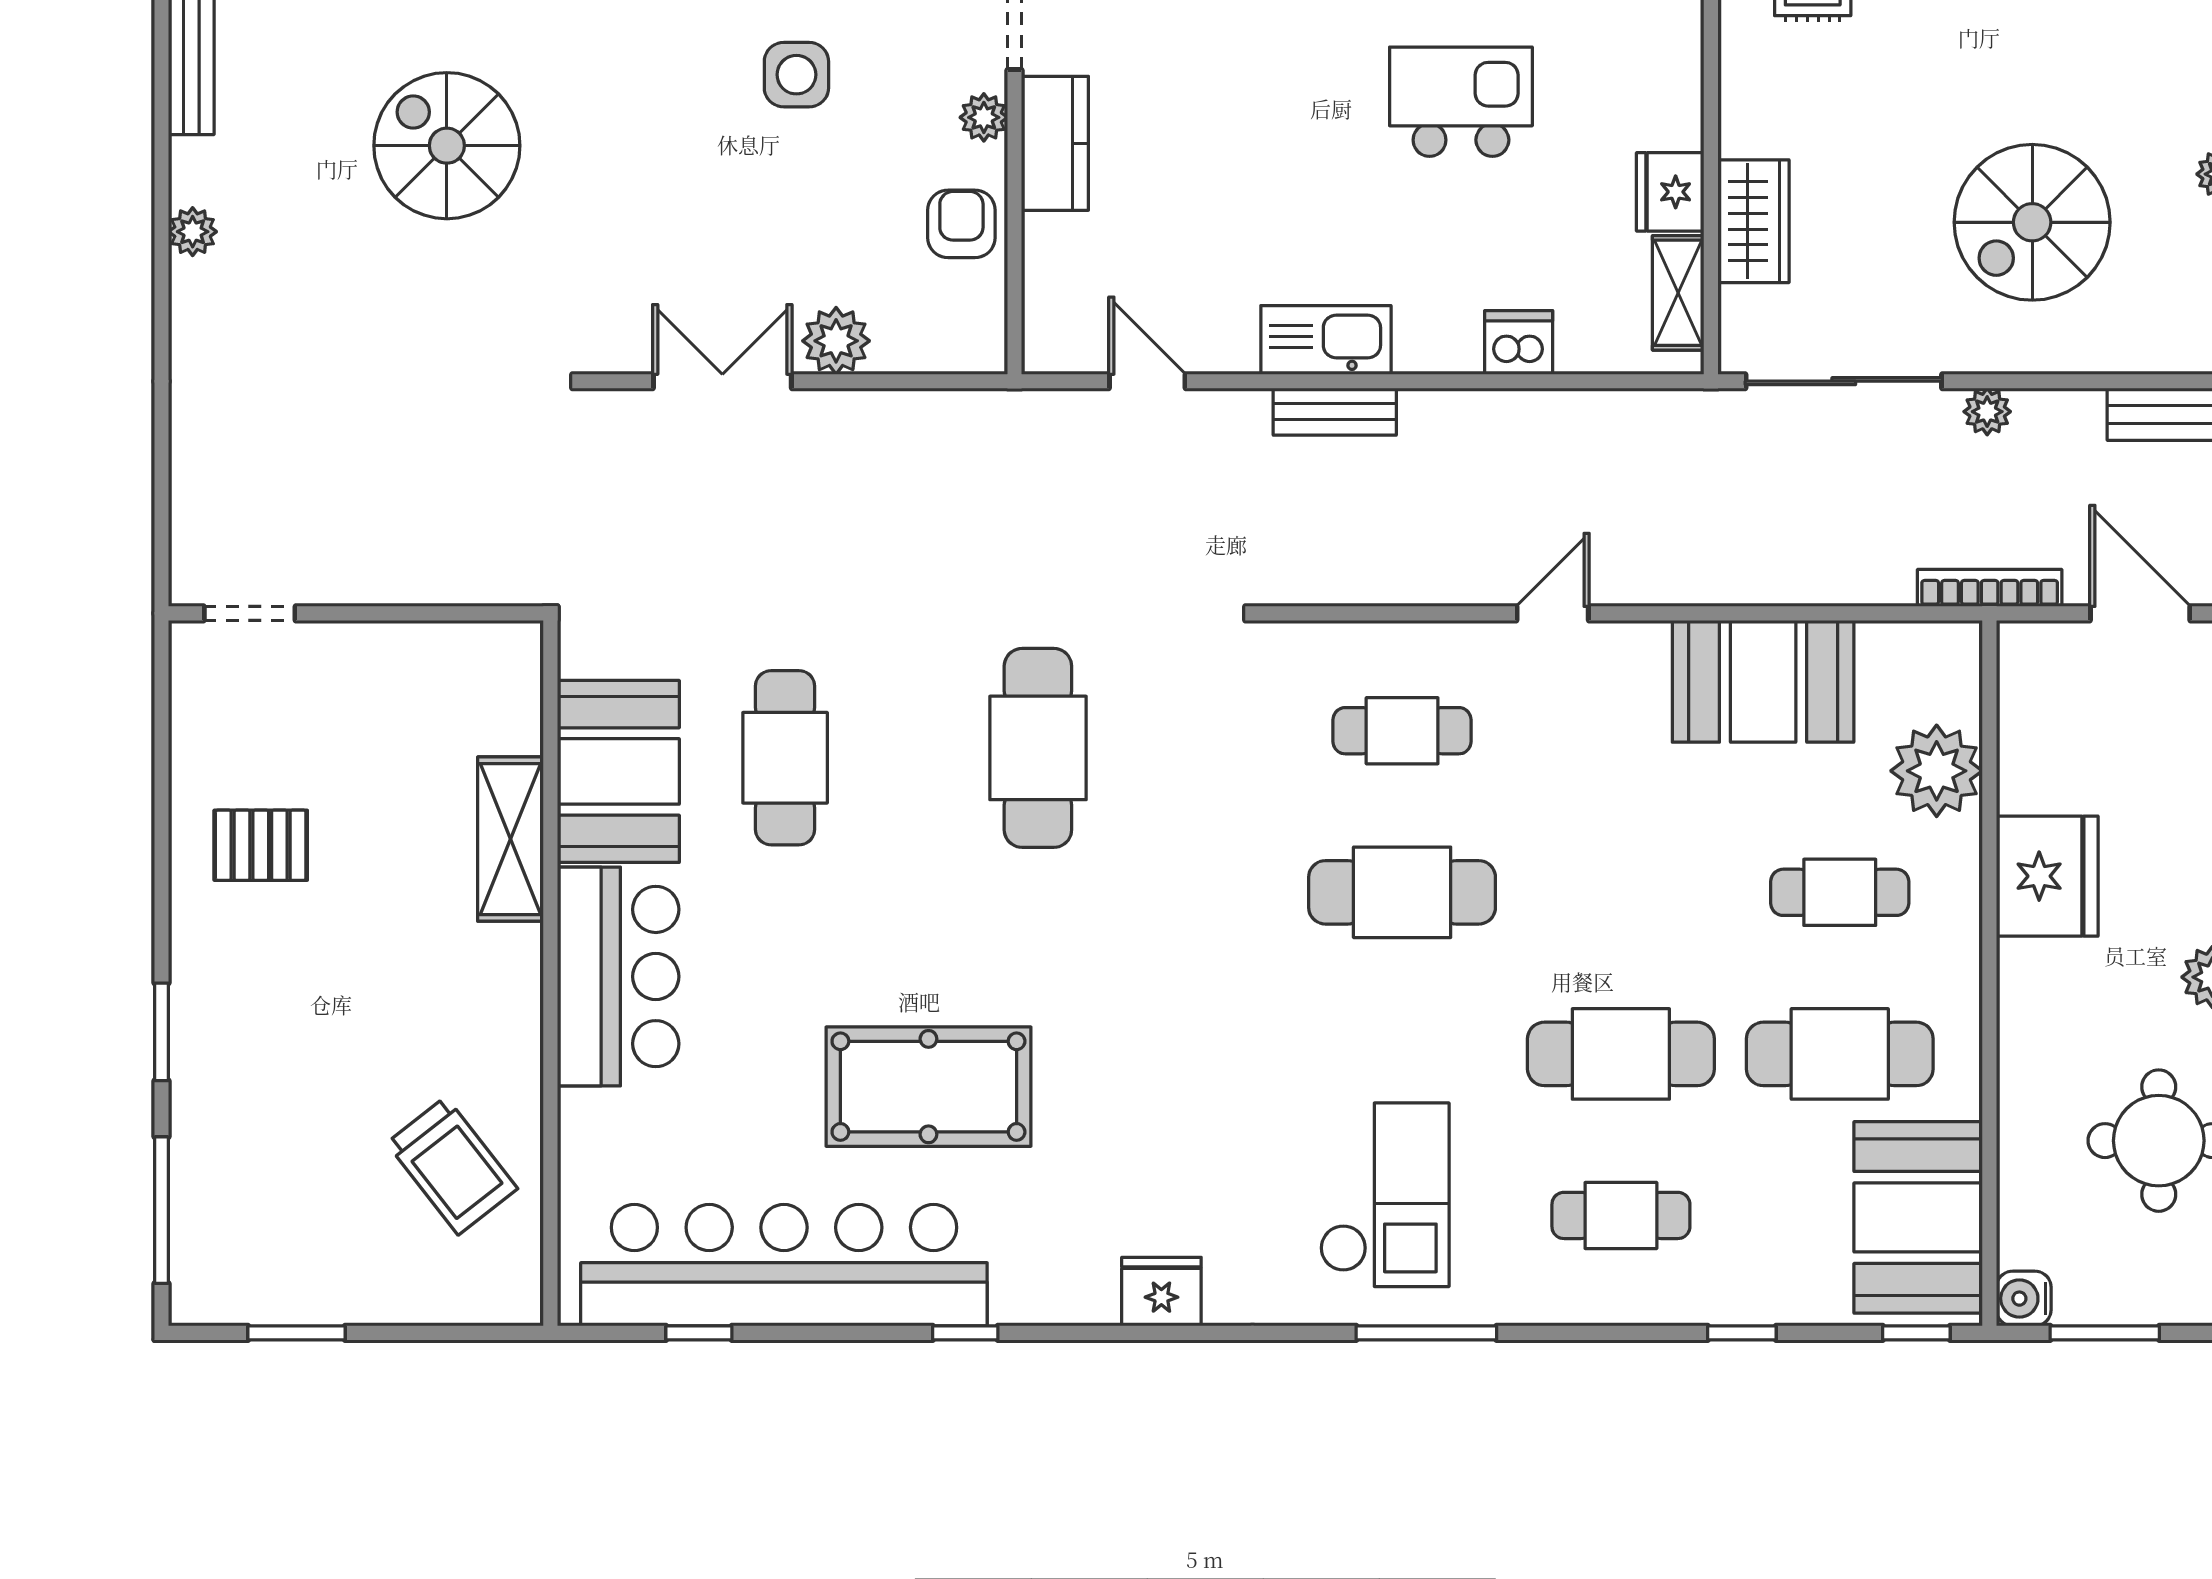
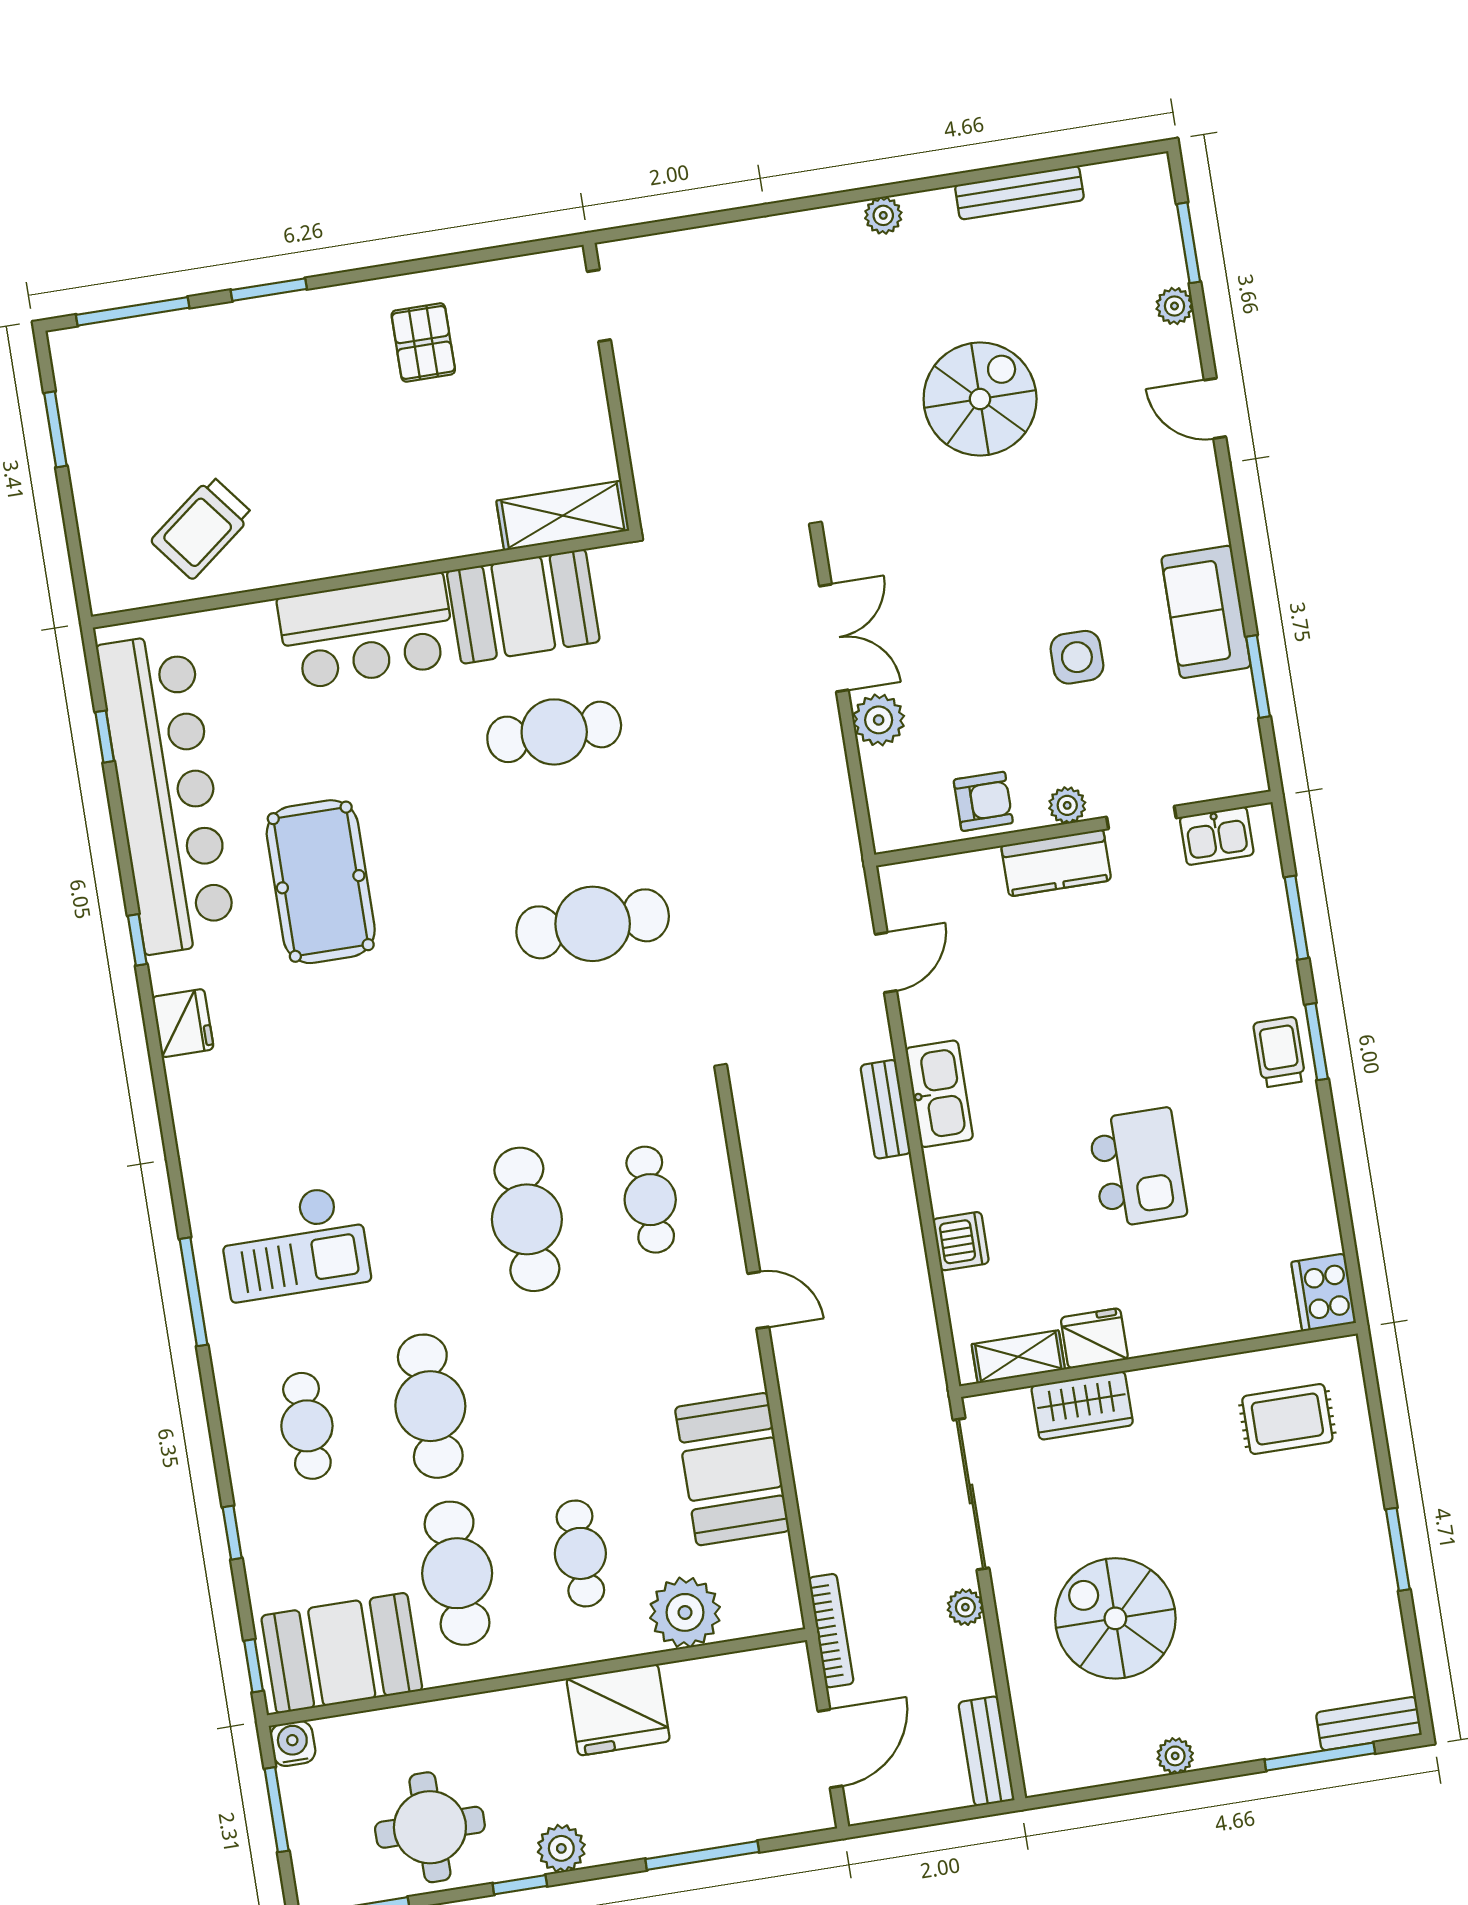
shelving: (511, 839) -> (563, 516), moved
fridge: (1161, 1292) -> (183, 1023), moved

